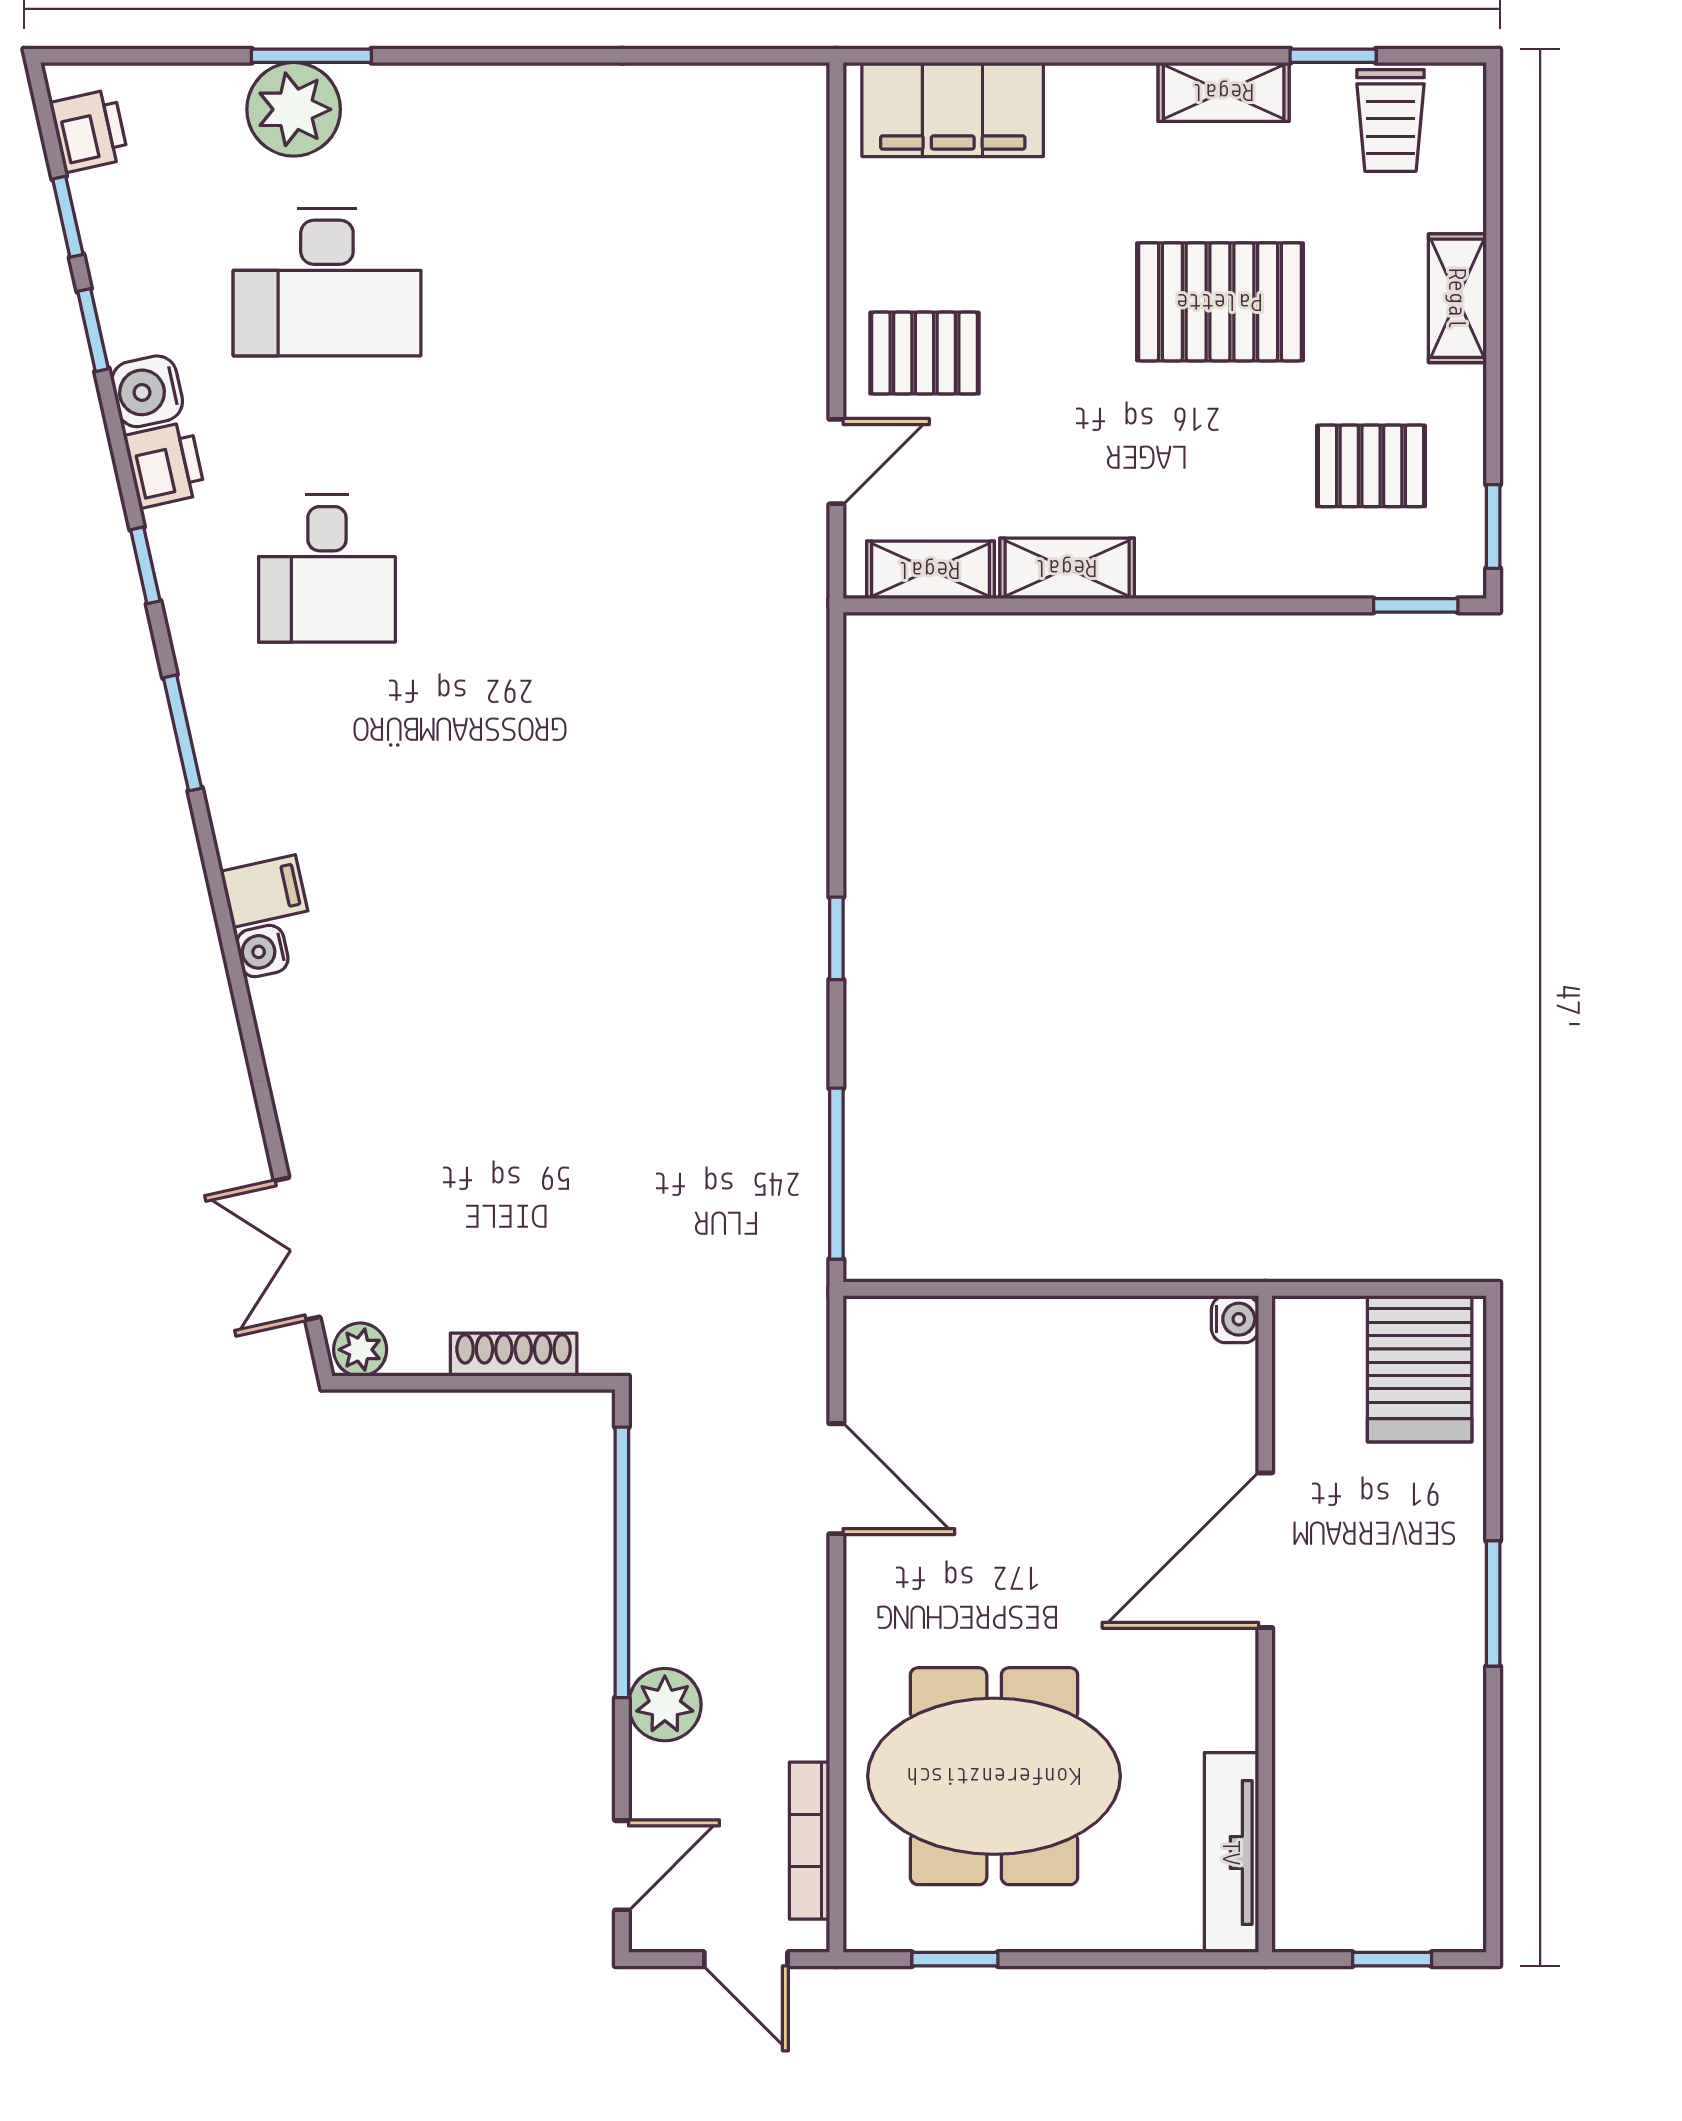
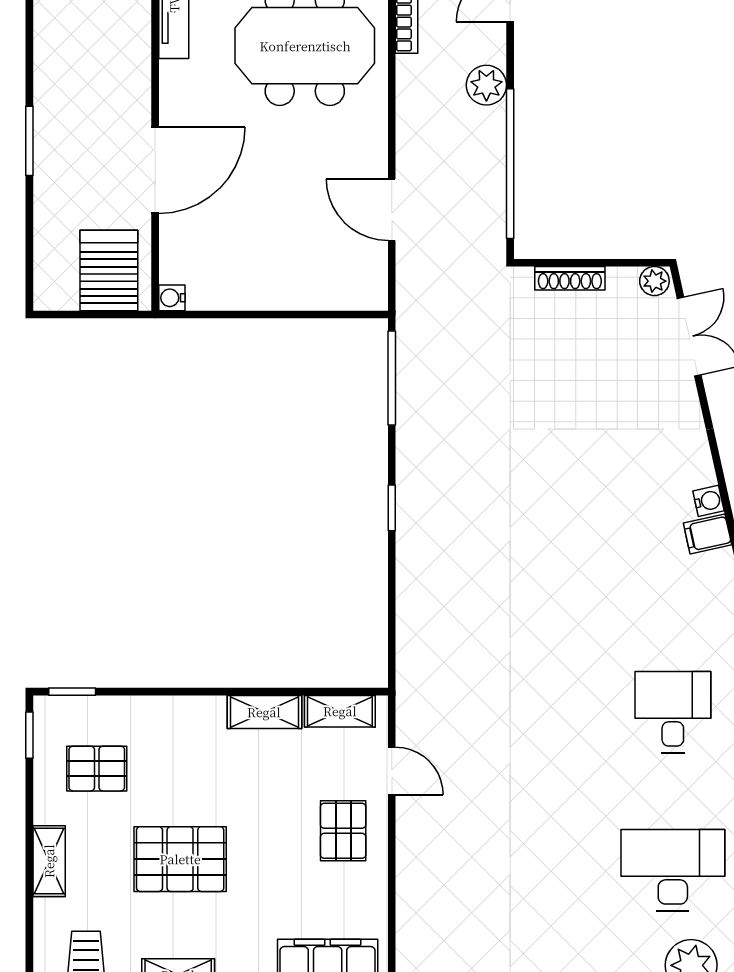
pallet: (925, 353) -> (343, 831), turned 90
door: (836, 462) -> (392, 771), swing flipped
server rack: (1420, 1369) -> (109, 270), moved

